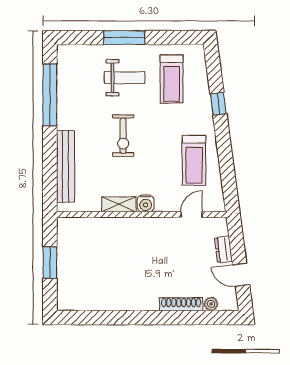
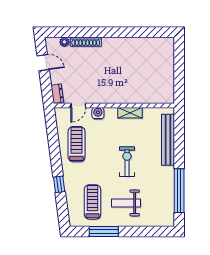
window: (124, 38) -> (104, 231), moved
water cooler: (146, 204) -> (98, 113), moved
dresser: (223, 249) -> (57, 94), moved
window: (50, 263) -> (179, 71), removed

